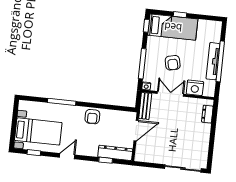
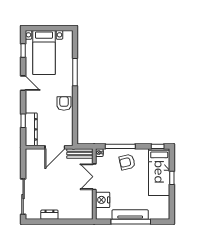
armchair: (173, 63) -> (127, 162), moved
double door: (170, 94) -> (94, 177), swing flipped
dresser: (207, 114) -> (49, 215), moved
armchair: (92, 117) -> (64, 103), turned 90
door: (136, 131) -> (55, 147), hinge flipped

